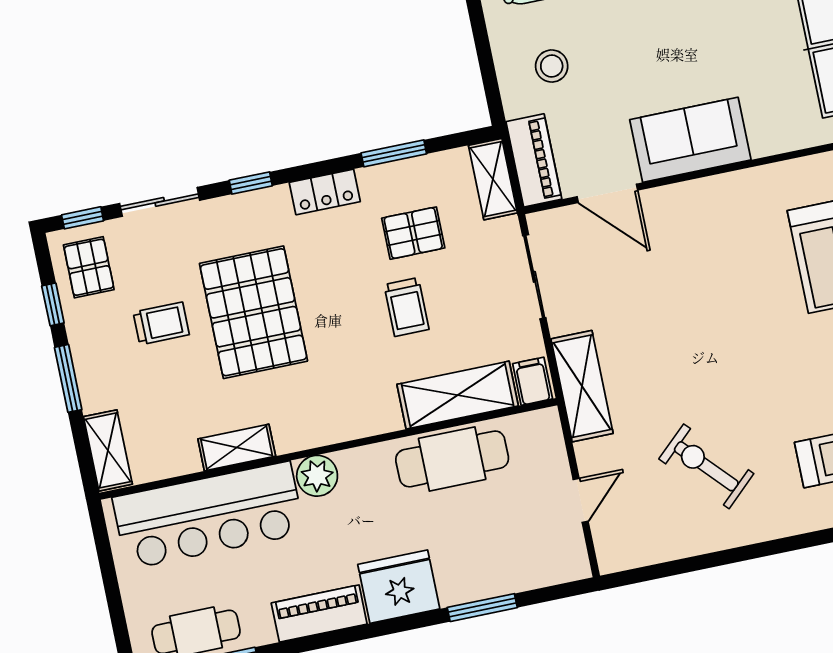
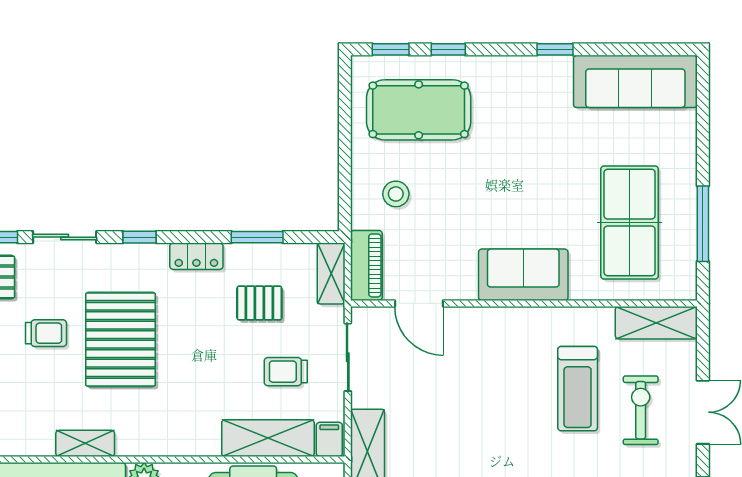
sofa: (690, 140) -> (523, 275), moved
trolley: (407, 307) -> (286, 372), moved, turned 90

